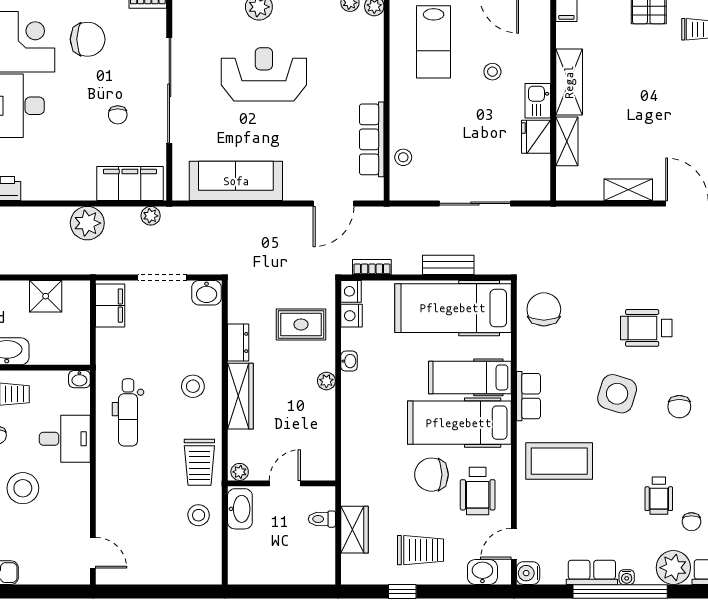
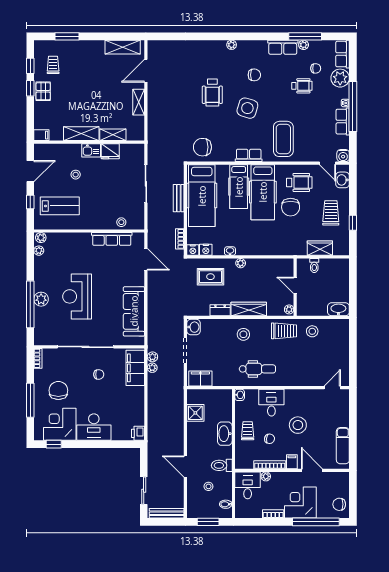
plant: (87, 223) -> (152, 368), moved, width x0.53, depth x0.53
rug: (301, 324) -> (210, 277), turned 90
washbasin: (240, 509) -> (338, 309), moved

